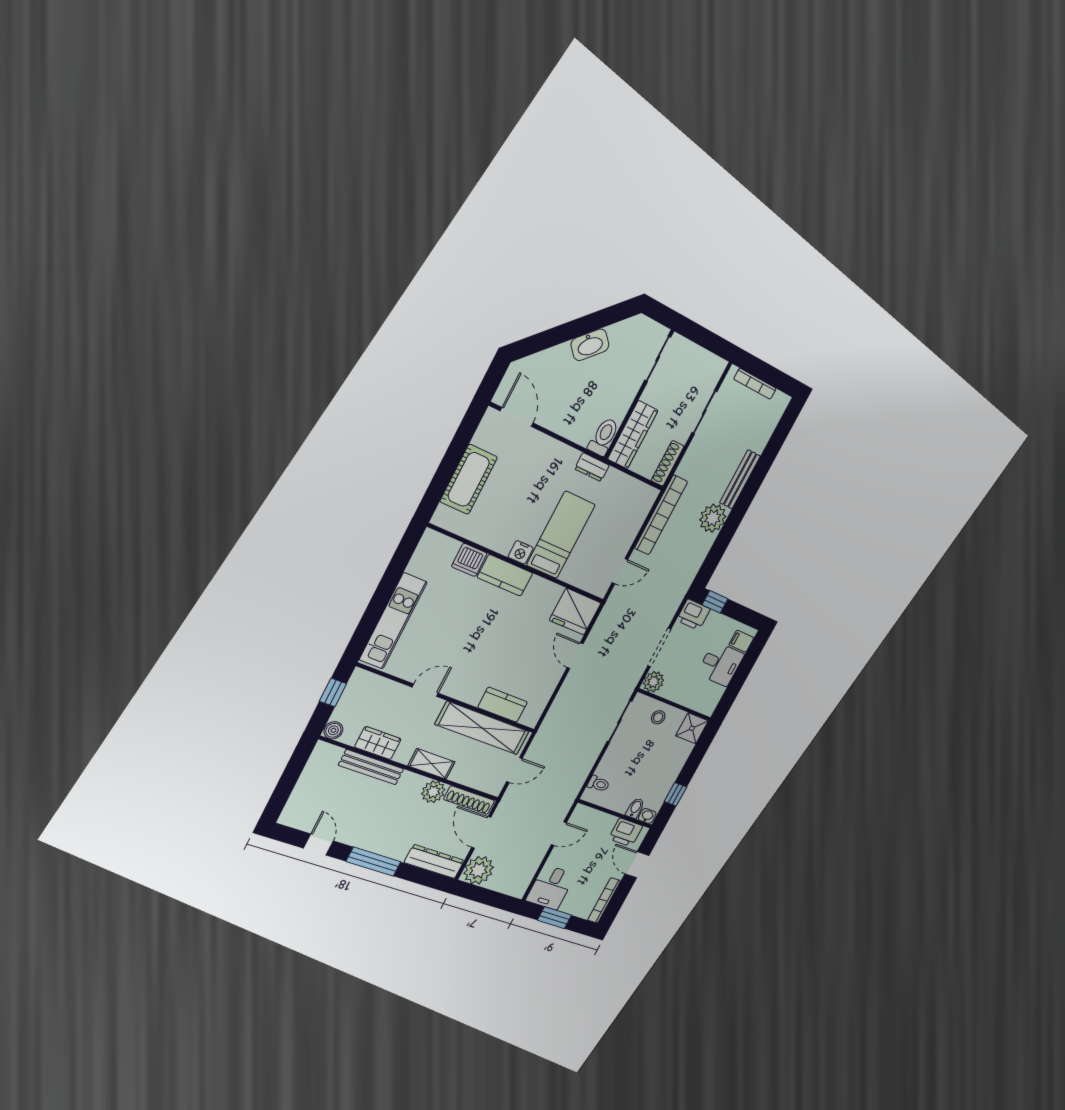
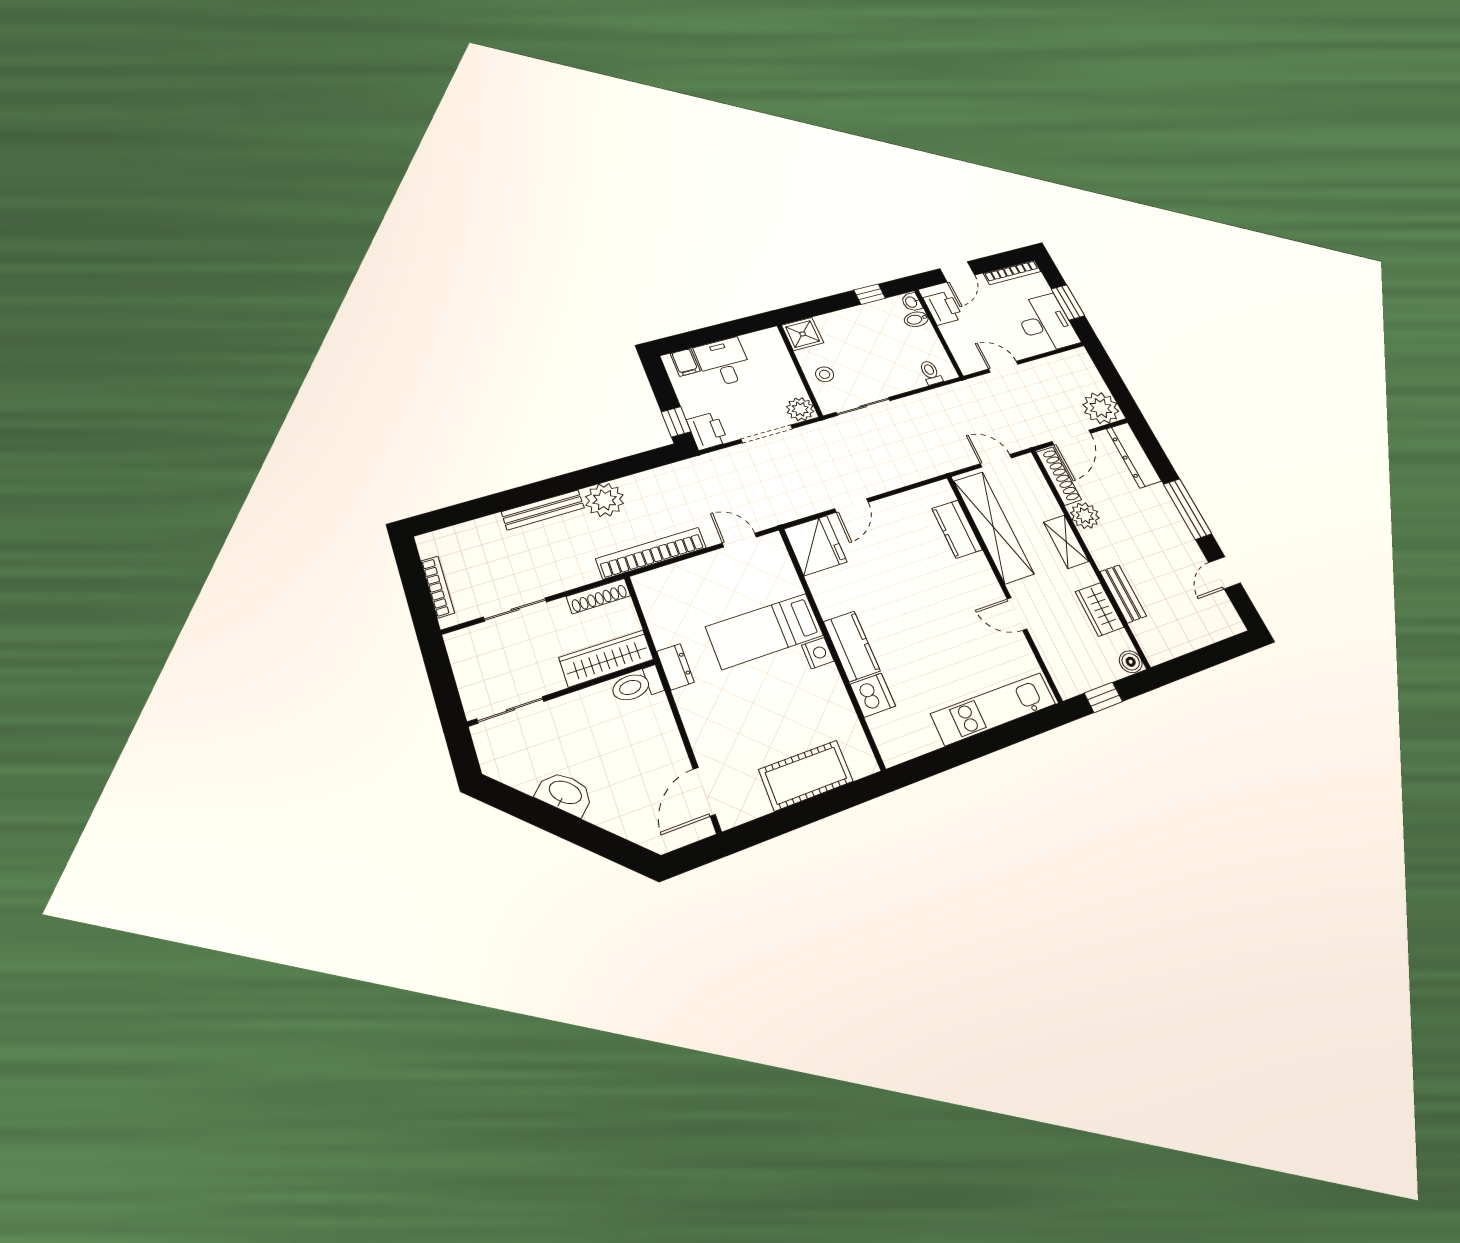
bench: (371, 767) -> (1123, 594), width x0.73
desk: (551, 887) -> (1046, 323), width x1.37

